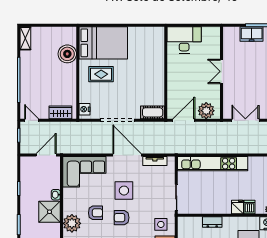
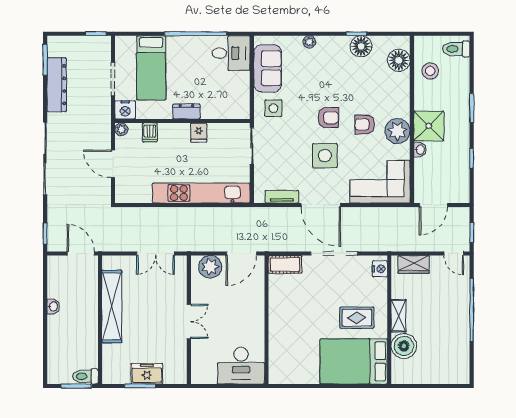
shelving: (25, 38) -> (399, 316), moved
fridge: (237, 207) -> (199, 133), moved
dresser: (212, 222) -> (186, 111), moved
plant: (72, 223) -> (397, 131), moved

